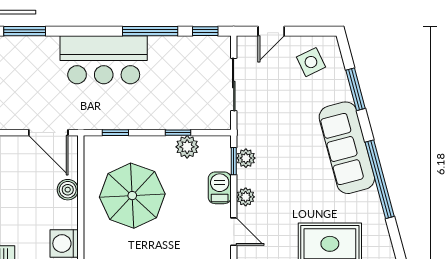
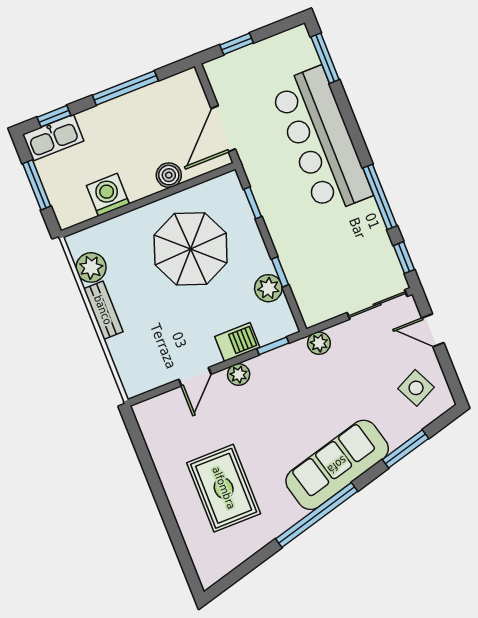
bar counter: (104, 60) -> (321, 141), width x1.36
sliding door: (234, 85) -> (377, 305), moved
plant: (246, 158) -> (319, 343), moved

